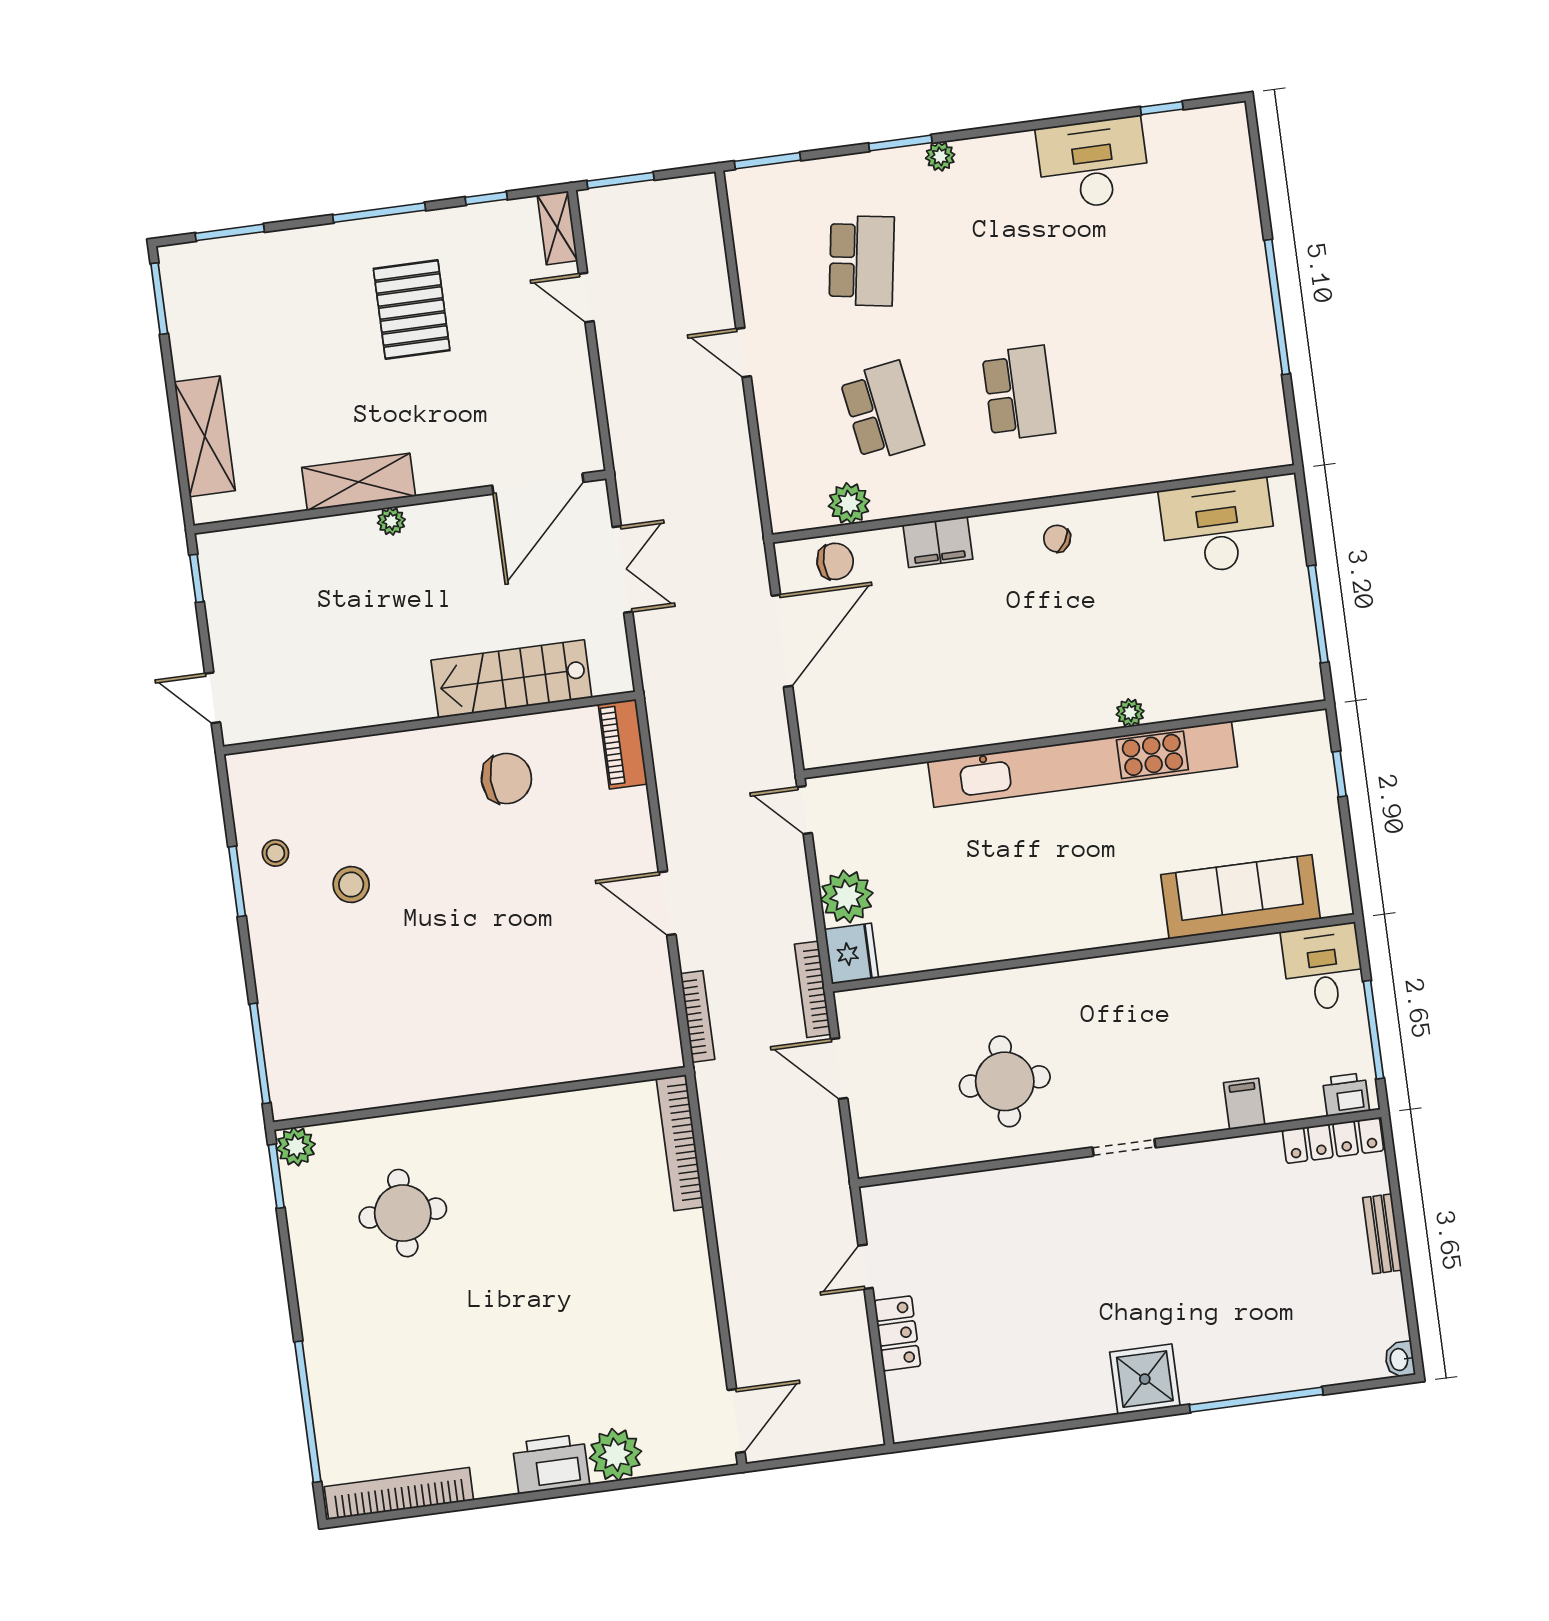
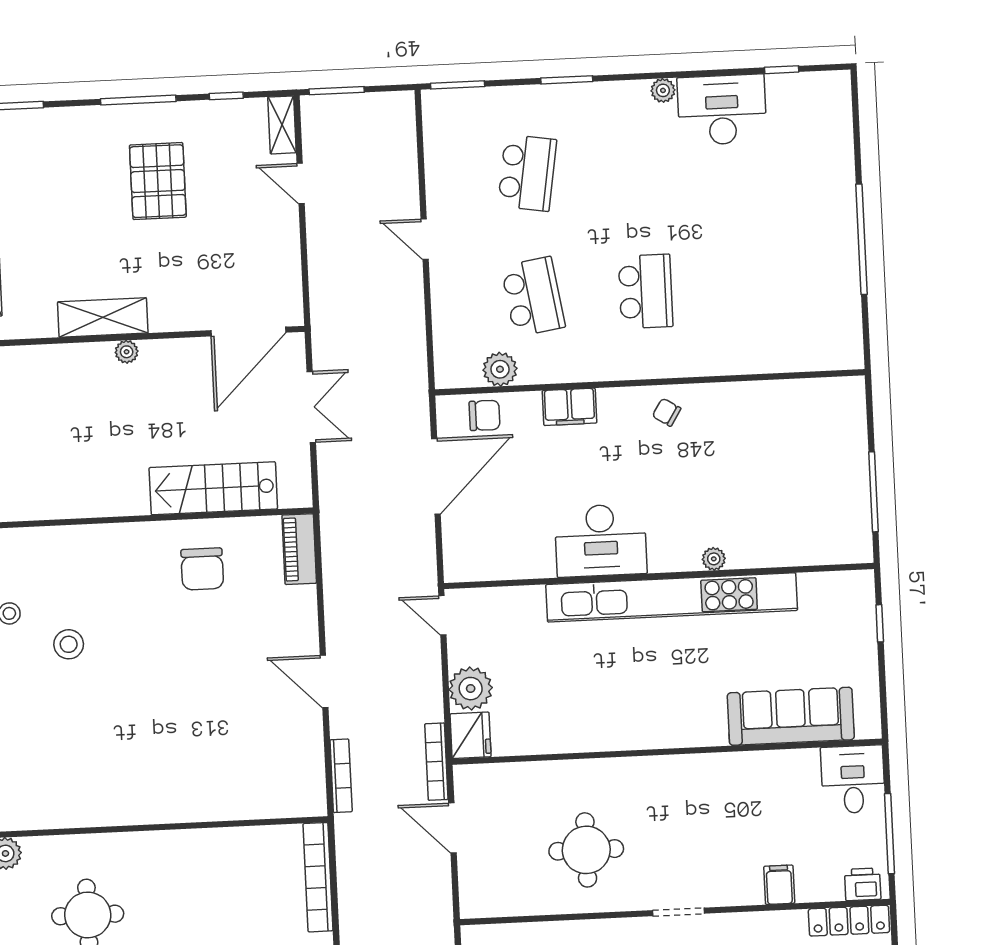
plant: (940, 156) -> (663, 90), moved
desk: (1218, 526) -> (601, 540), moved, turned 180
chair: (506, 779) -> (202, 569), turned 90

